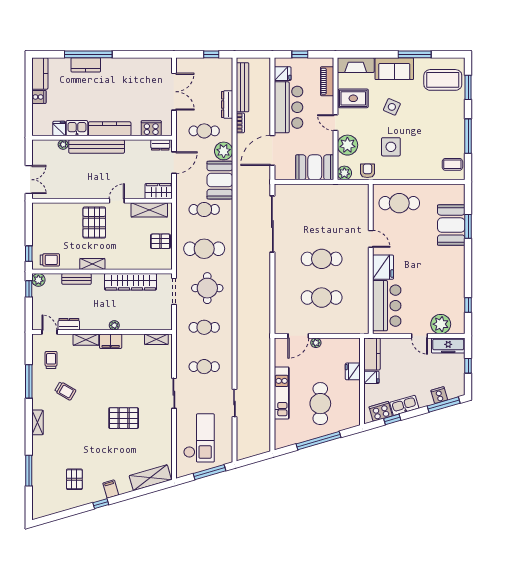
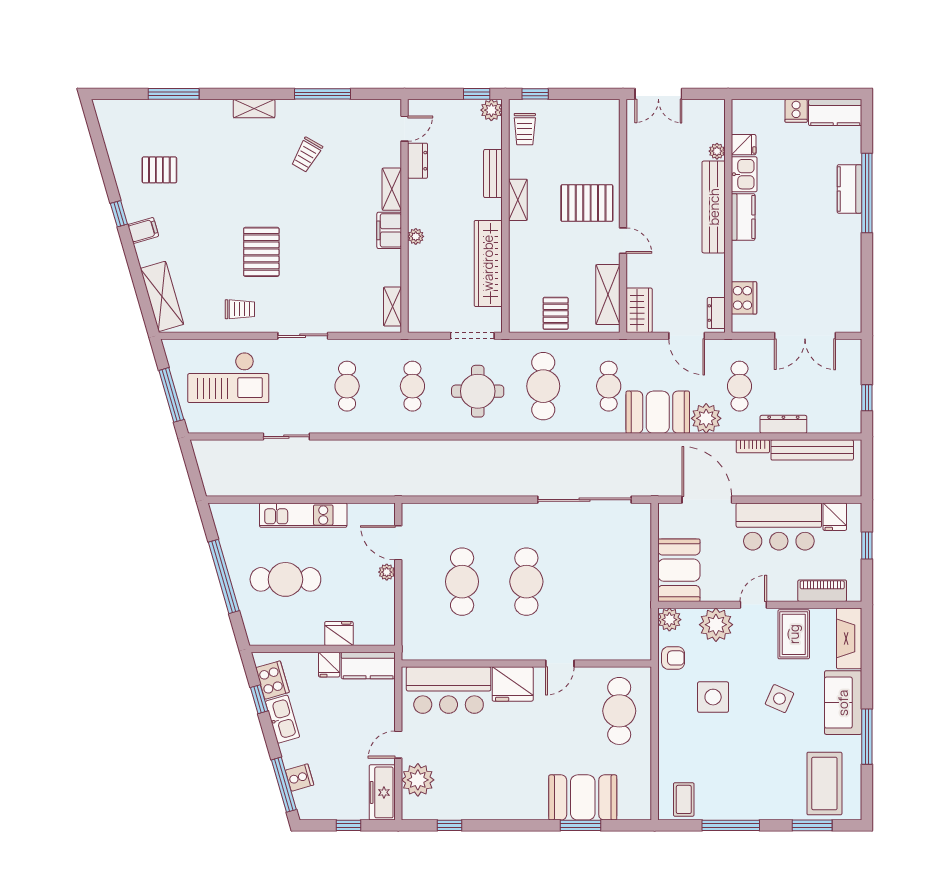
kitchen counter: (110, 129) -> (743, 217), width x0.67
trolley: (51, 360) -> (240, 309), moved

